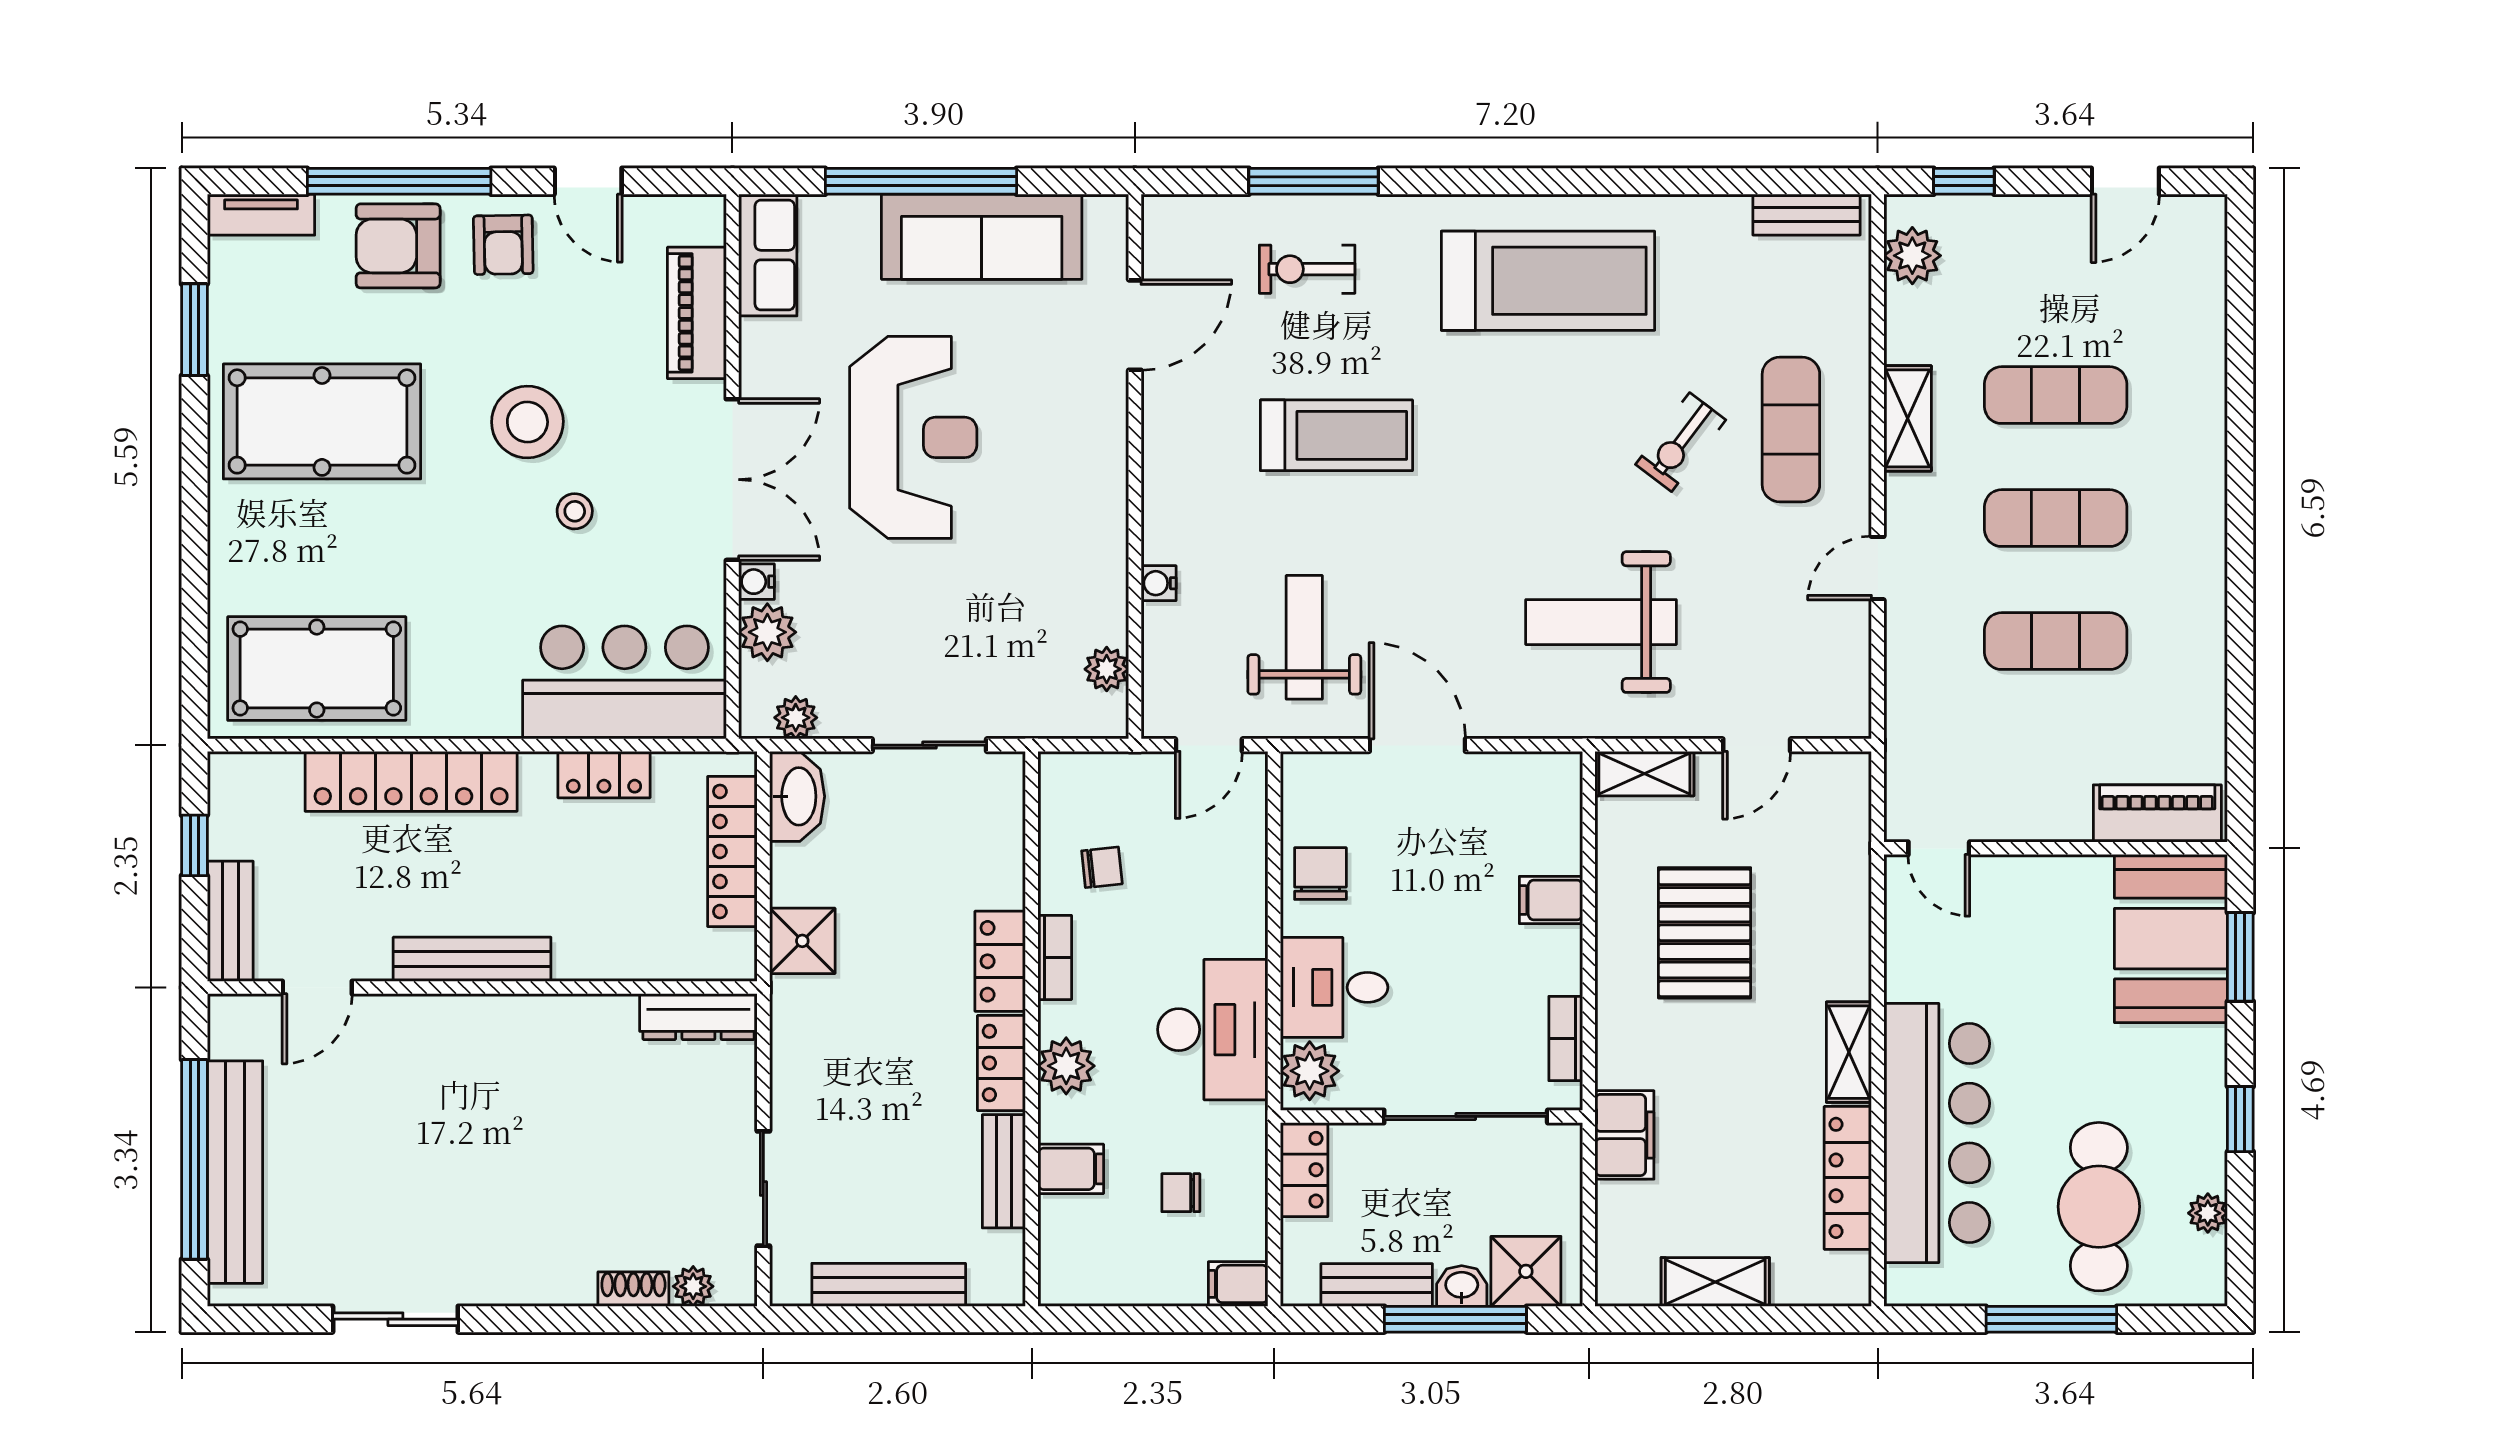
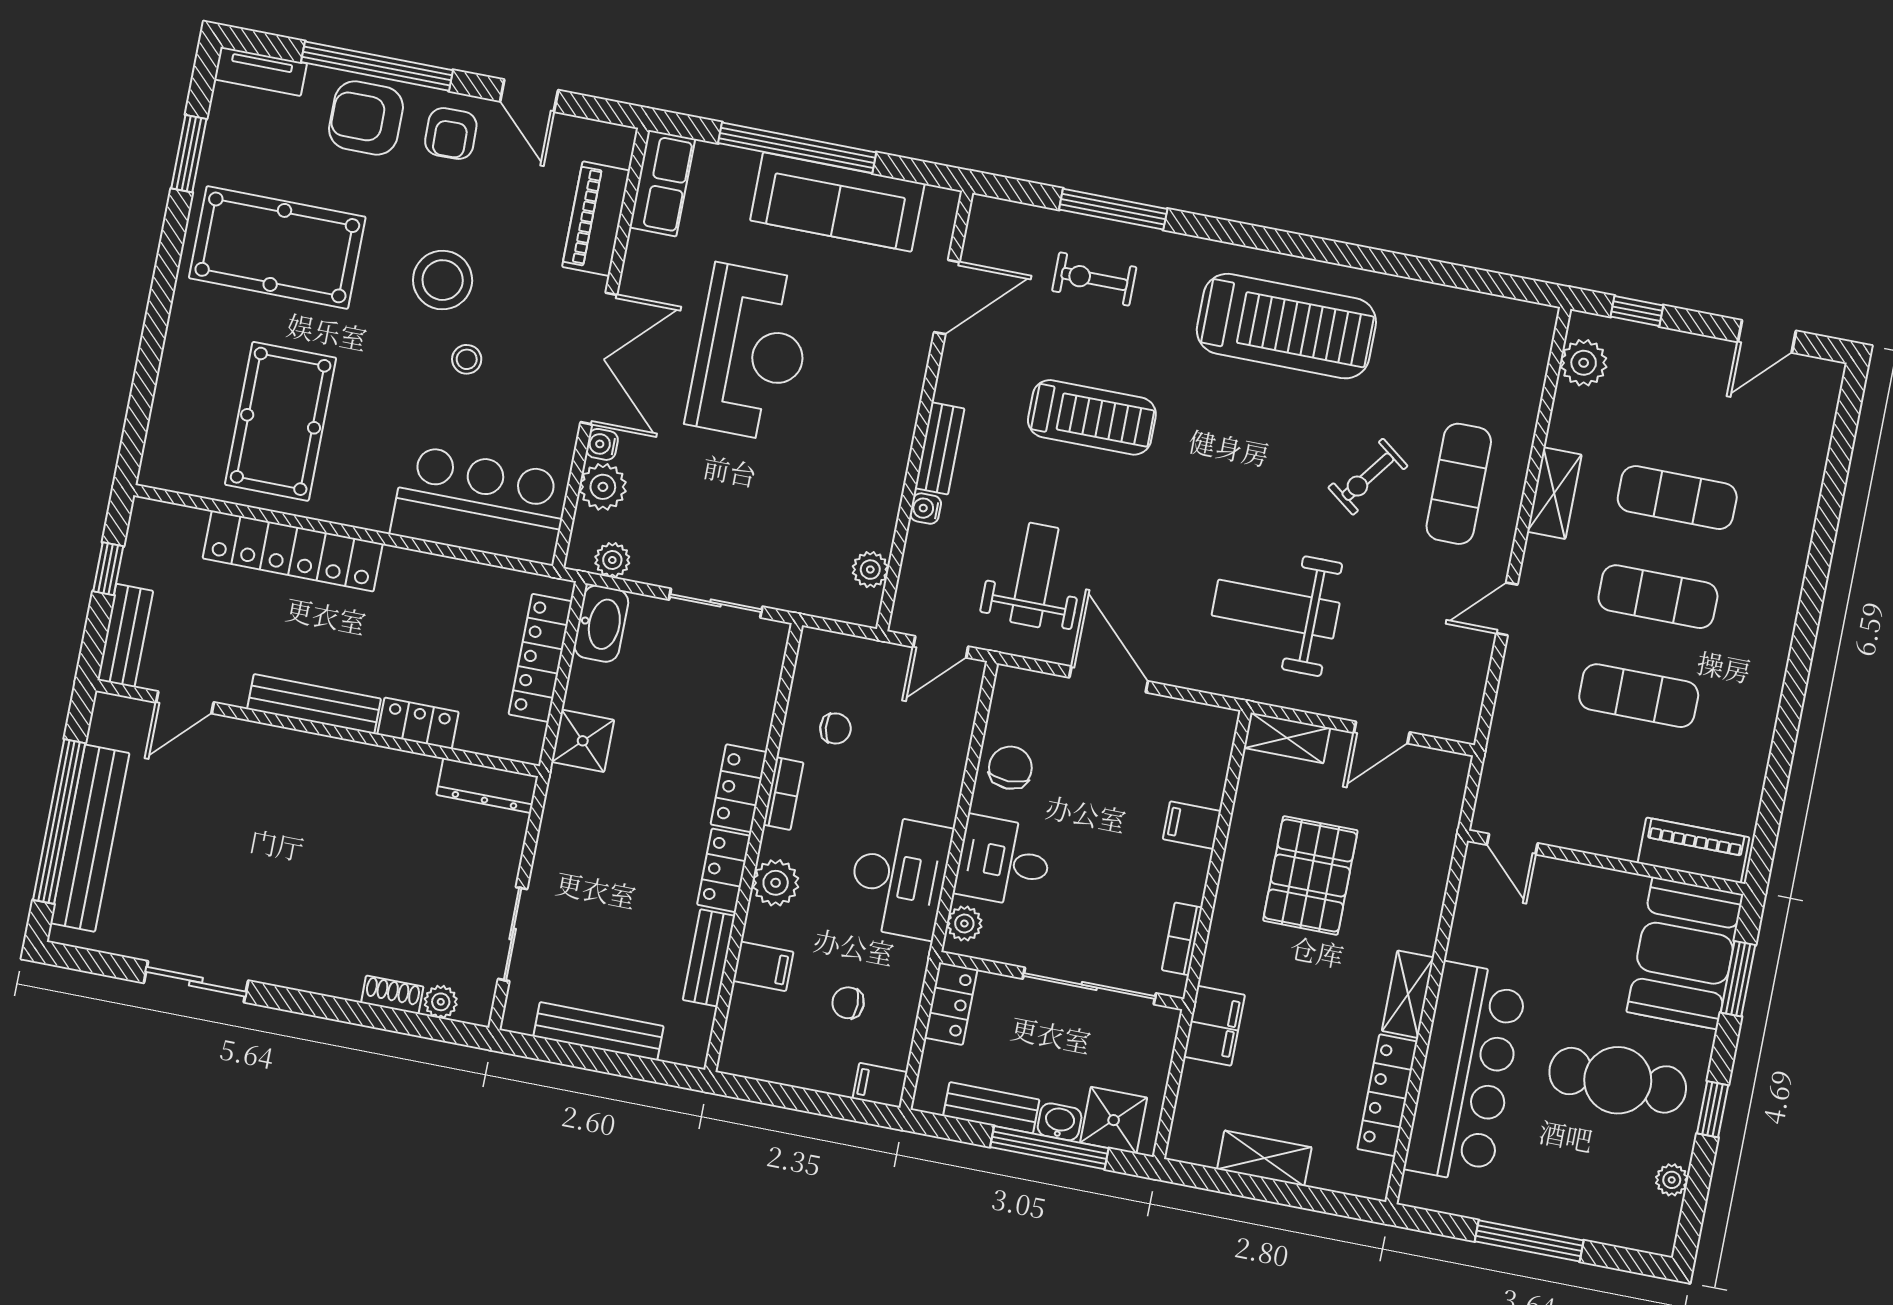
bench: (1807, 215) -> (940, 448), moved, turned 90
pool table: (317, 669) -> (281, 421), moved, turned 90
locker: (604, 775) -> (418, 723), moved, turned 180
plant: (1310, 1071) -> (964, 924), width x0.73, depth x0.73
cafe table: (2099, 1207) -> (1618, 1080), moved, turned 90

